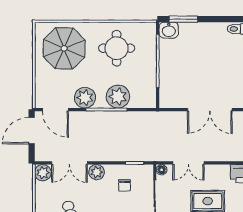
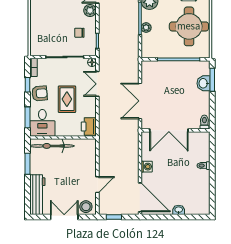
washbasin: (169, 30) -> (203, 83), moved
round table: (117, 48) -> (189, 26), width x1.36, depth x1.36
plant: (118, 97) -> (146, 28), width x0.53, depth x0.53

